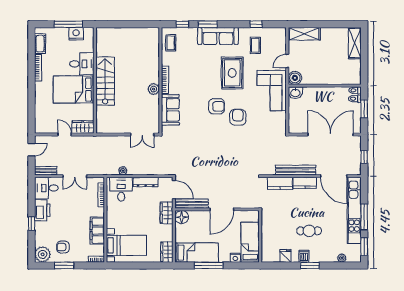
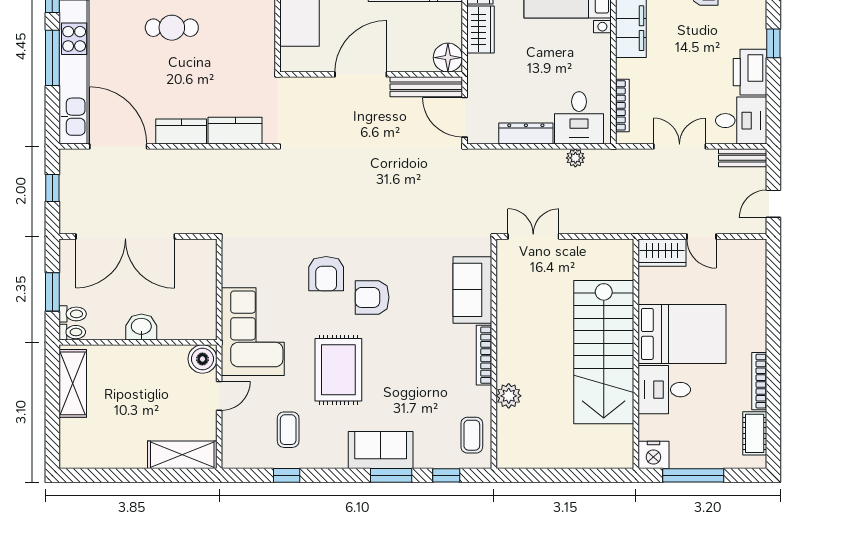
nightstand: (76, 34) -> (653, 455), moved
sofa: (218, 36) -> (381, 450), width x0.73
shelving: (355, 43) -> (73, 383), moved
stairs: (105, 81) -> (604, 352), width x1.36, depth x1.51
plant: (154, 89) -> (509, 396), moved
washbasin: (295, 93) -> (141, 327), moved
bench: (296, 170) -> (201, 159), removed
wardrobe: (167, 213) -> (481, 29), moved

